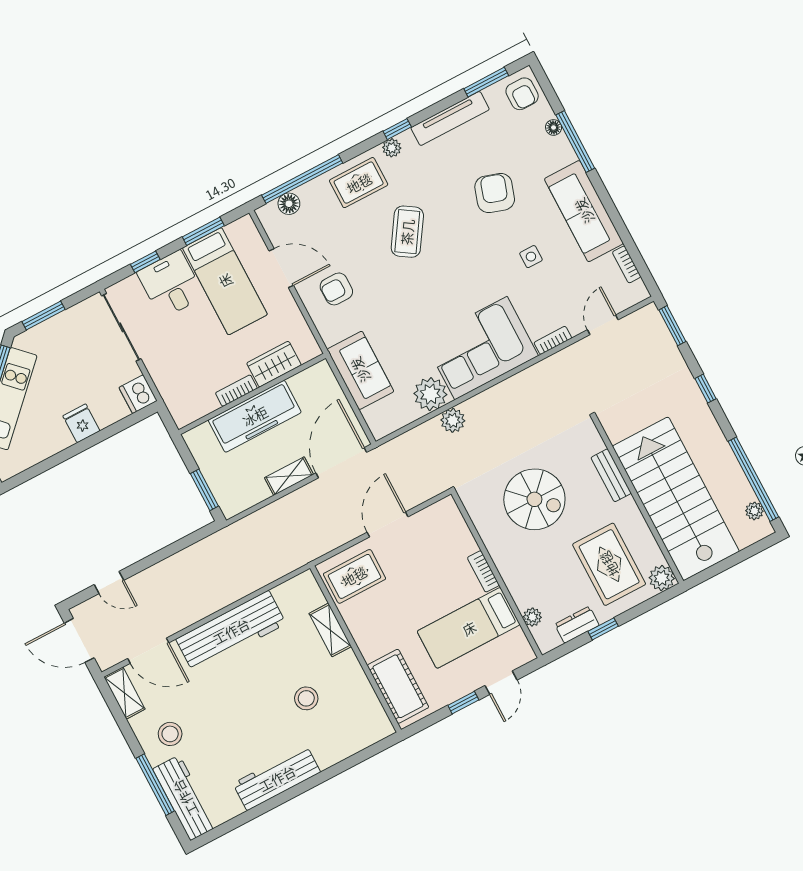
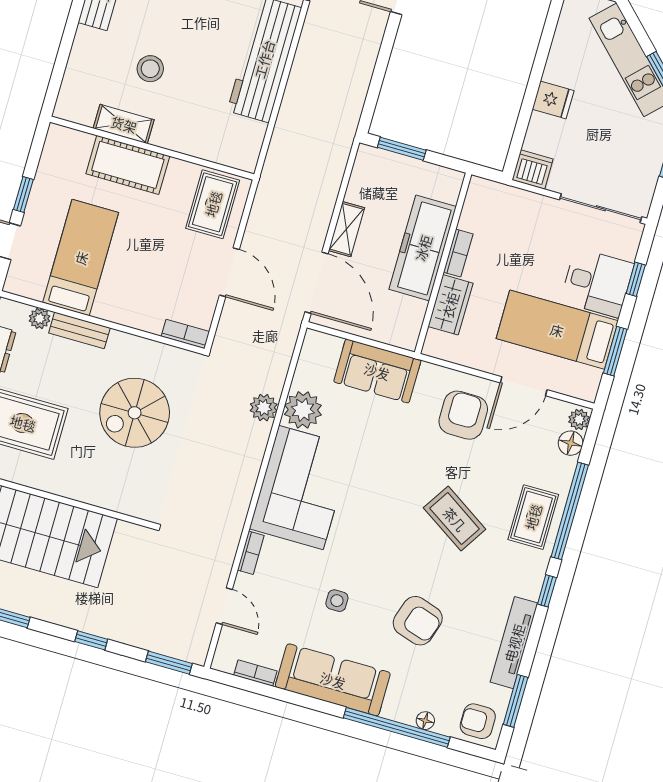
window: (575, 142) -> (397, 727), width x1.46
plant: (392, 148) -> (579, 419), moved
window: (302, 179) -> (570, 511), moved
armchair: (336, 289) -> (463, 415), width x1.38, depth x1.38
bench: (611, 475) -> (79, 330), moved
bookcase: (483, 571) -> (185, 334), moved
shelving: (330, 630) -> (124, 124), moved
cot: (398, 686) -> (128, 165), moved

